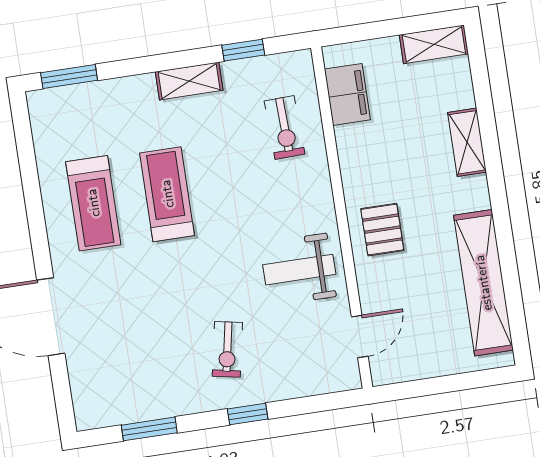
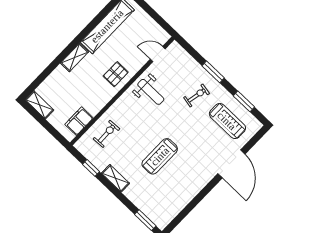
shelving: (467, 142) -> (74, 57), moved
treadmill: (93, 203) -> (227, 121), moved, turned 90
window: (248, 414) -> (213, 72), width x1.50

